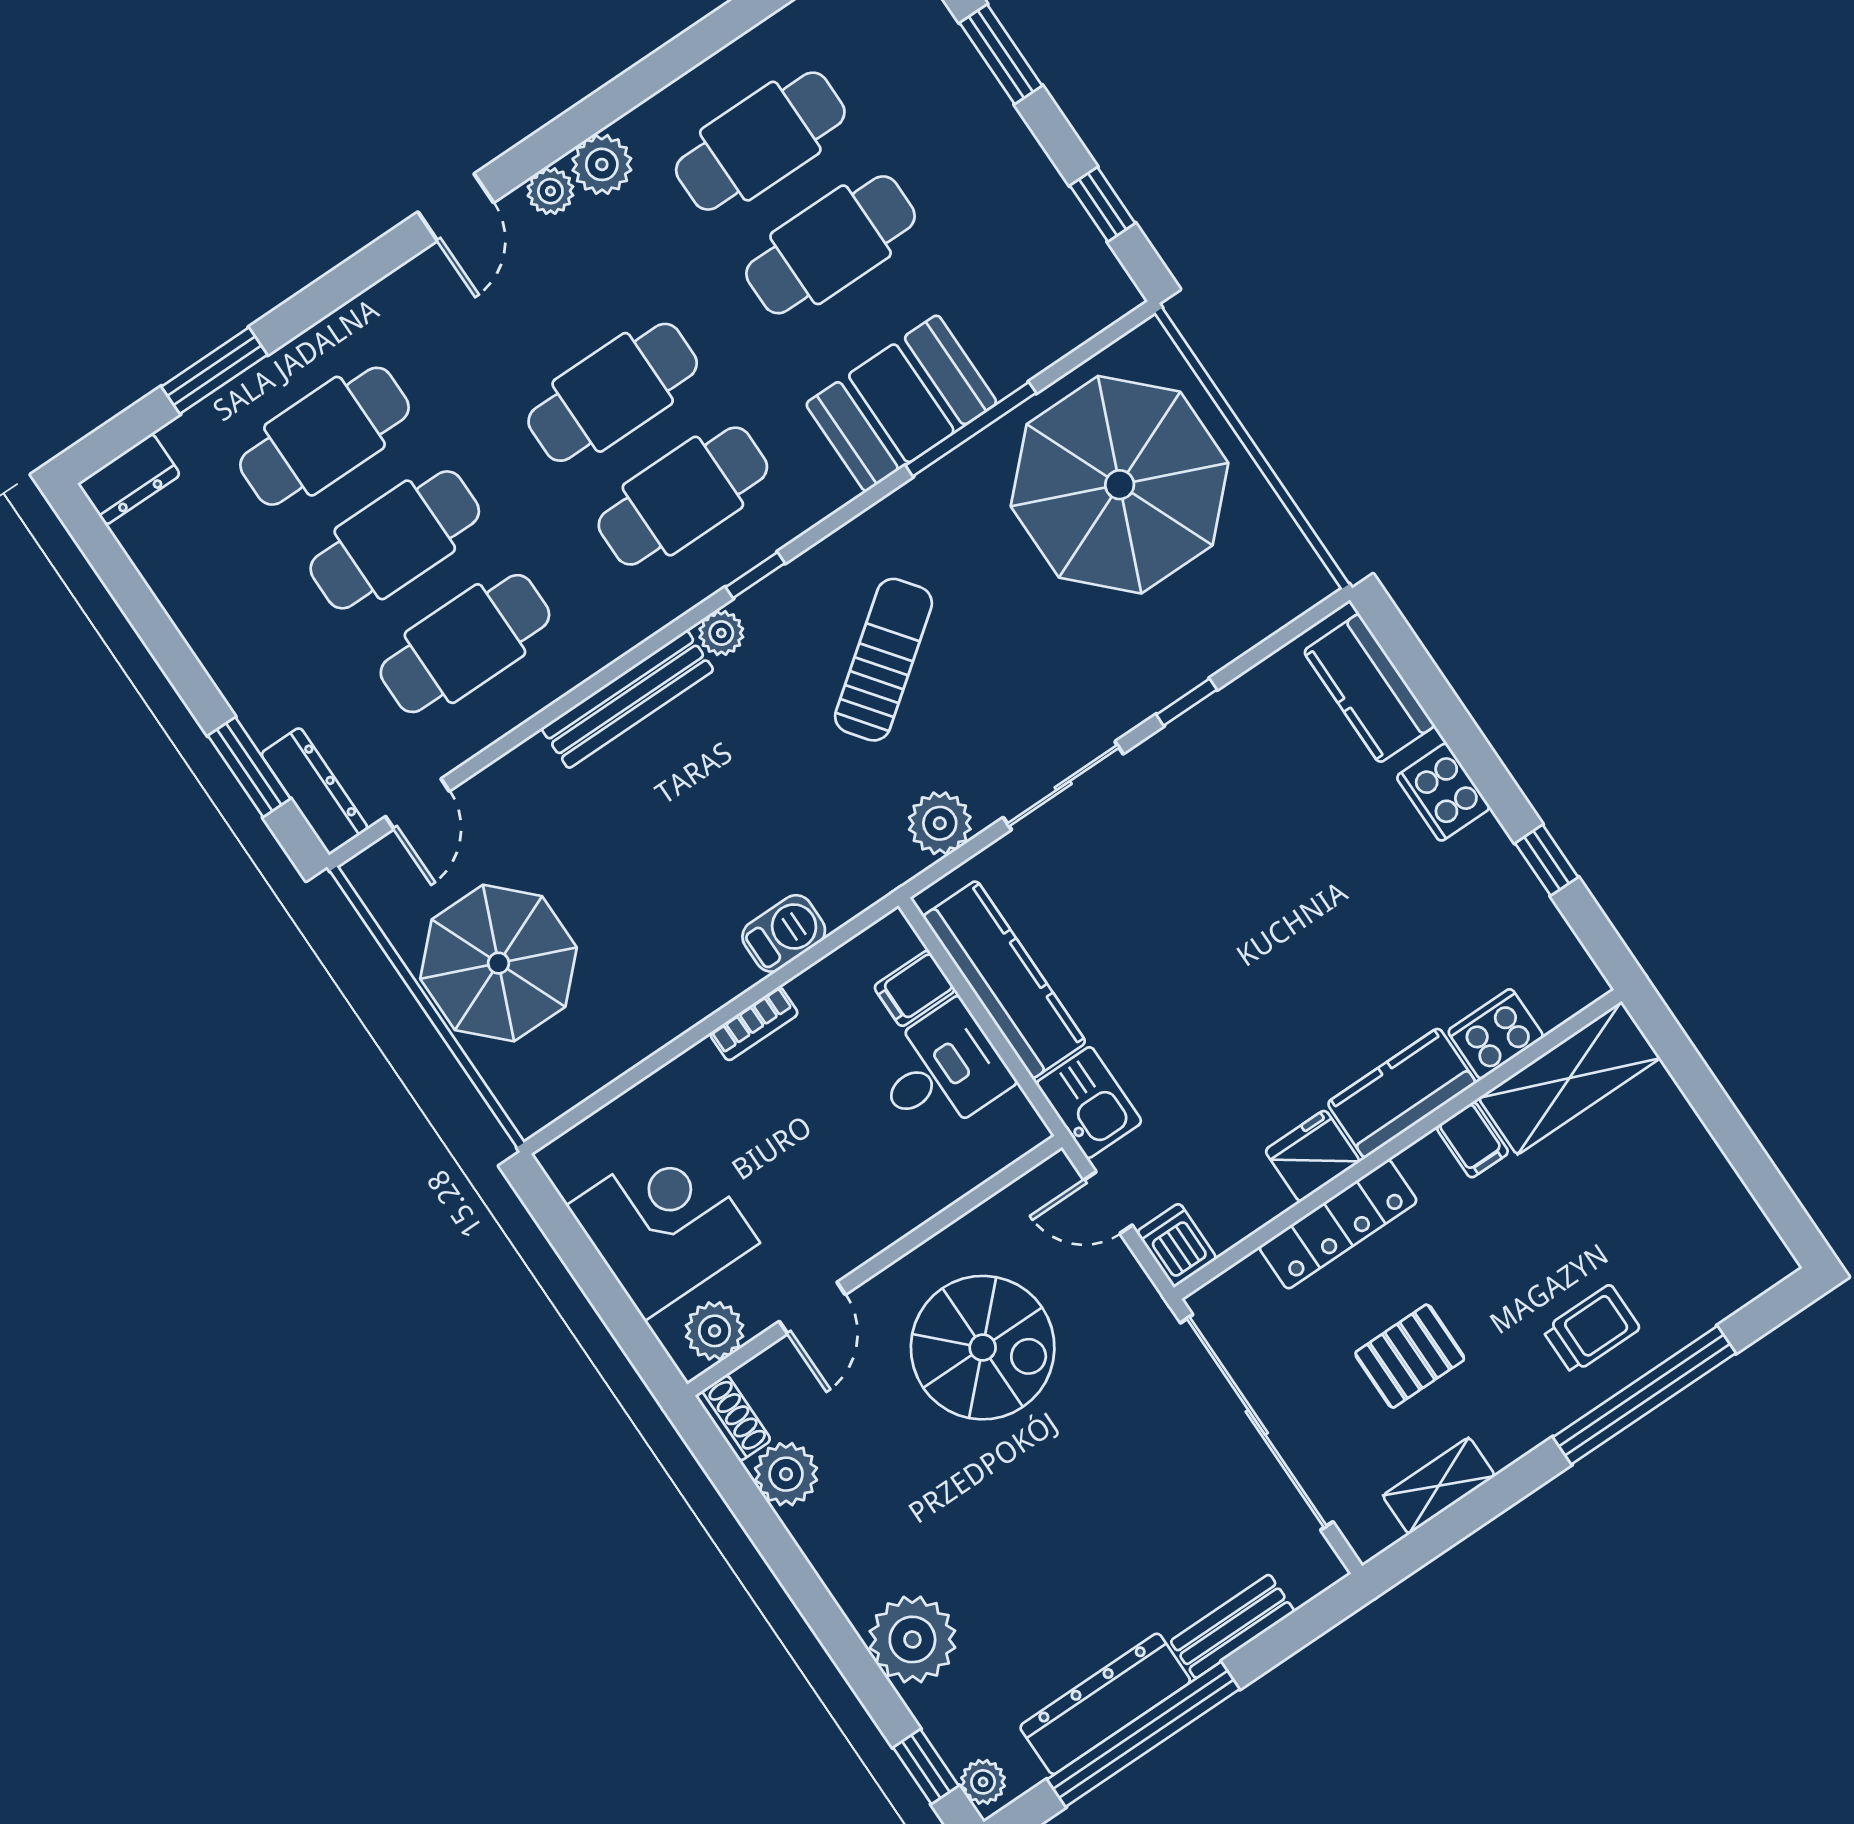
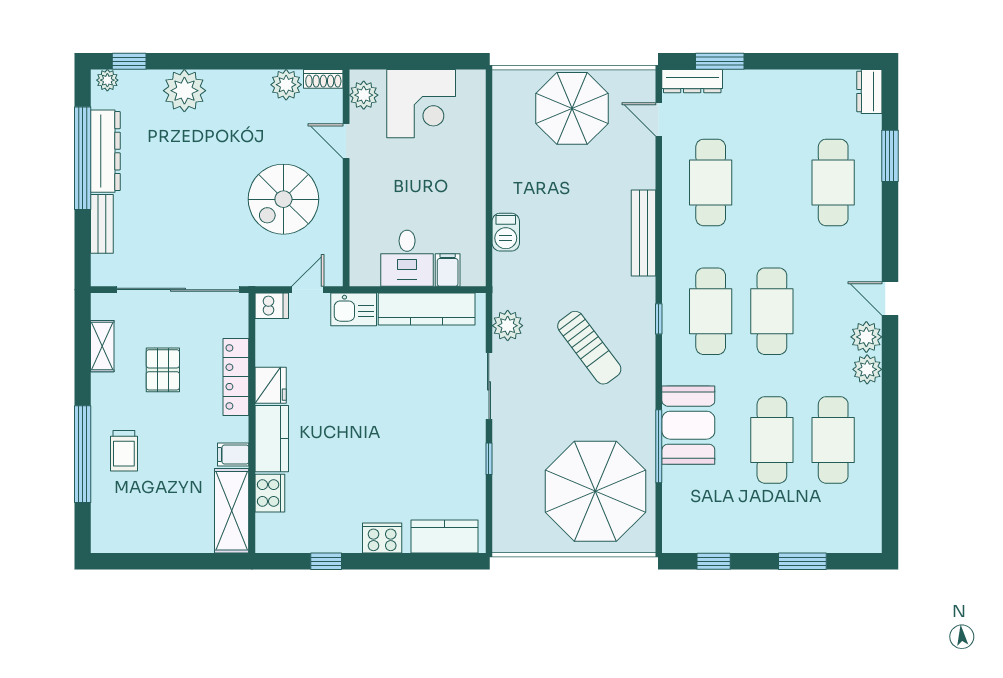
plant: (550, 191) -> (866, 337), width x1.38, depth x1.38
cafe table: (395, 540) -> (772, 182), removed
plant: (721, 633) -> (645, 289), removed
bookcase: (754, 1024) -> (477, 195), removed

